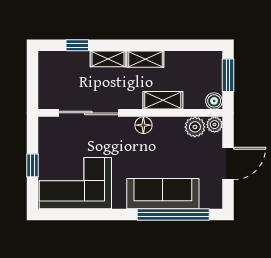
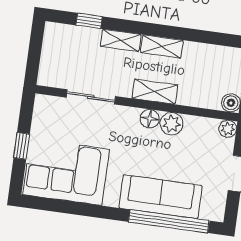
shelving: (163, 100) -> (155, 92), moved
sliding door: (88, 113) -> (91, 97), width x0.73
plant: (195, 127) -> (172, 124), moved

